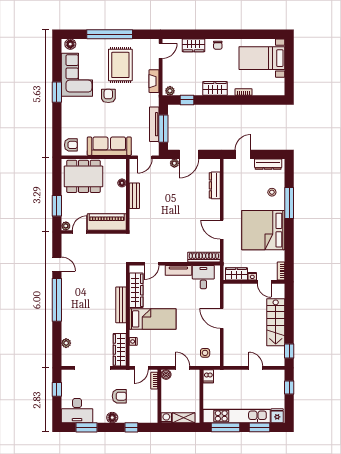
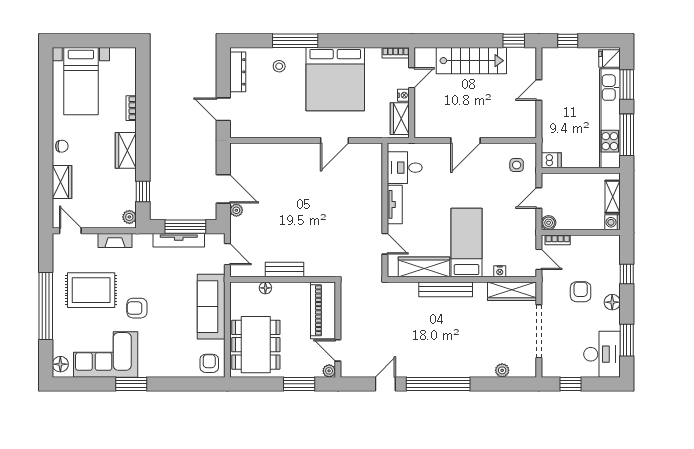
dresser: (215, 185) -> (269, 151), removed
shoe rack: (204, 257) -> (375, 167), removed

